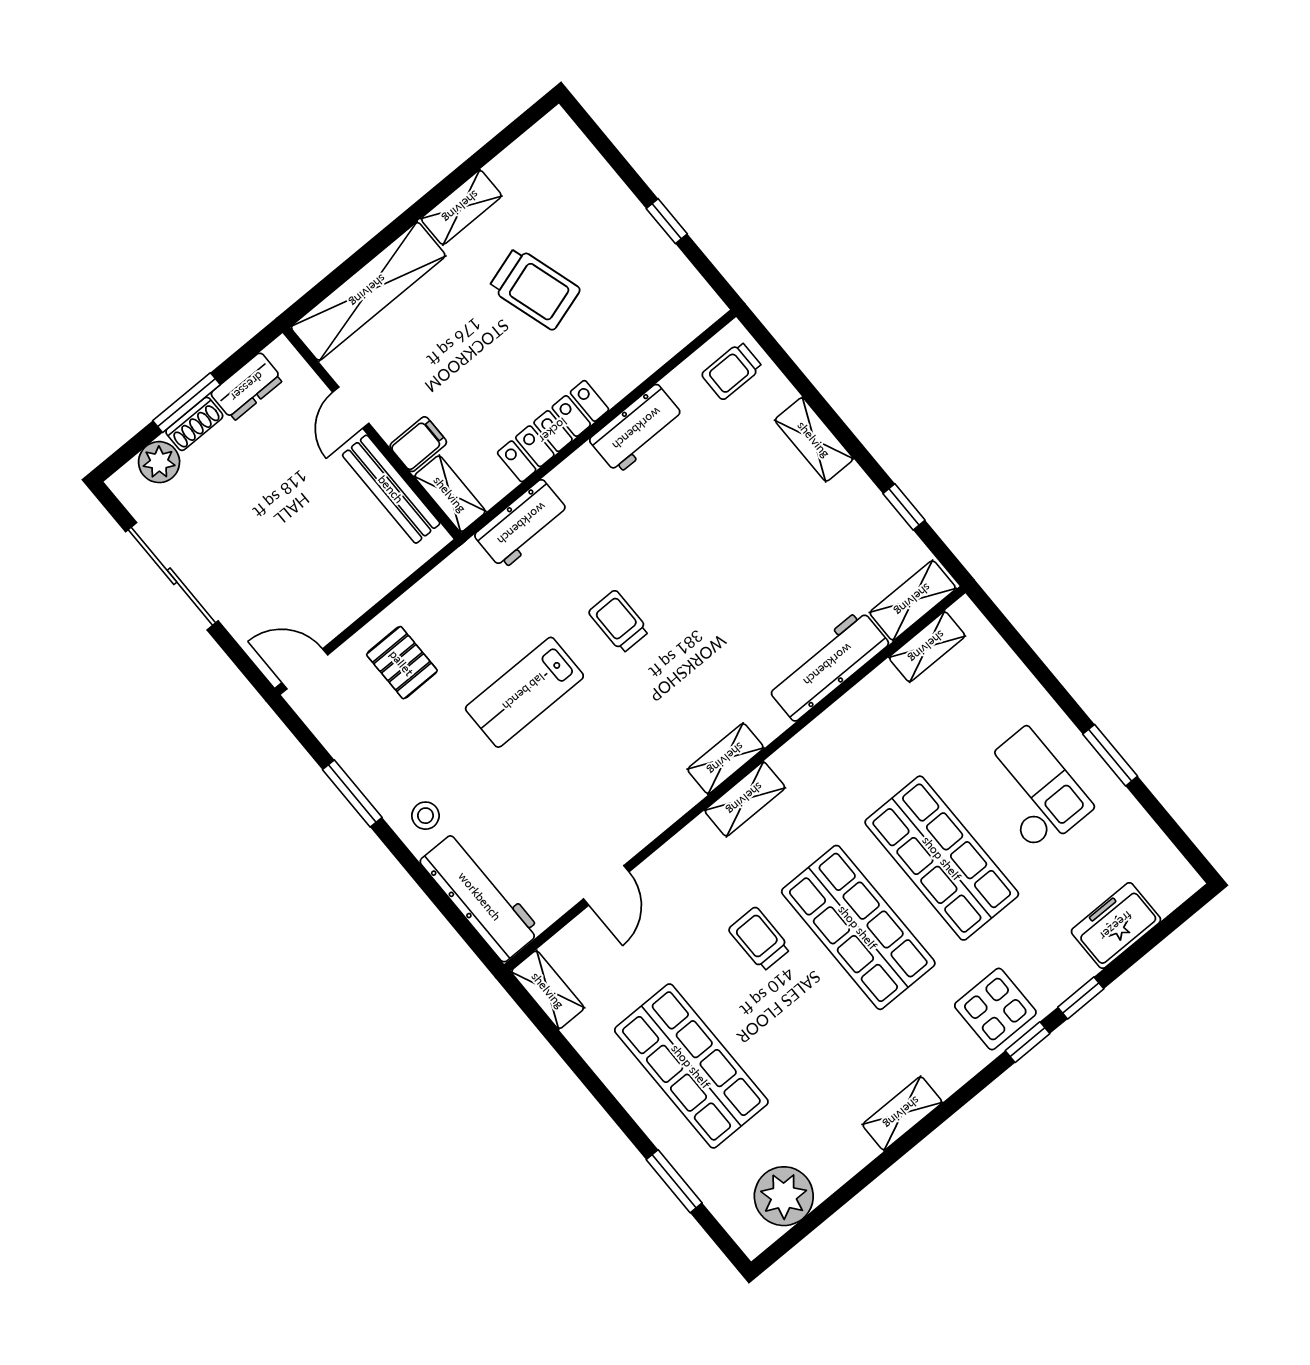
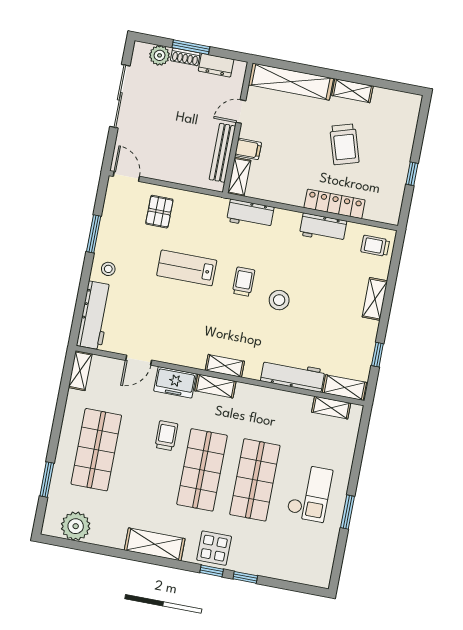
locker: (553, 431) -> (335, 204), moved
stool: (693, 590) -> (279, 300), added
freezer: (1116, 926) -> (175, 382), moved, turned 180
shelving: (902, 1113) -> (155, 544), width x1.50, depth x1.33

